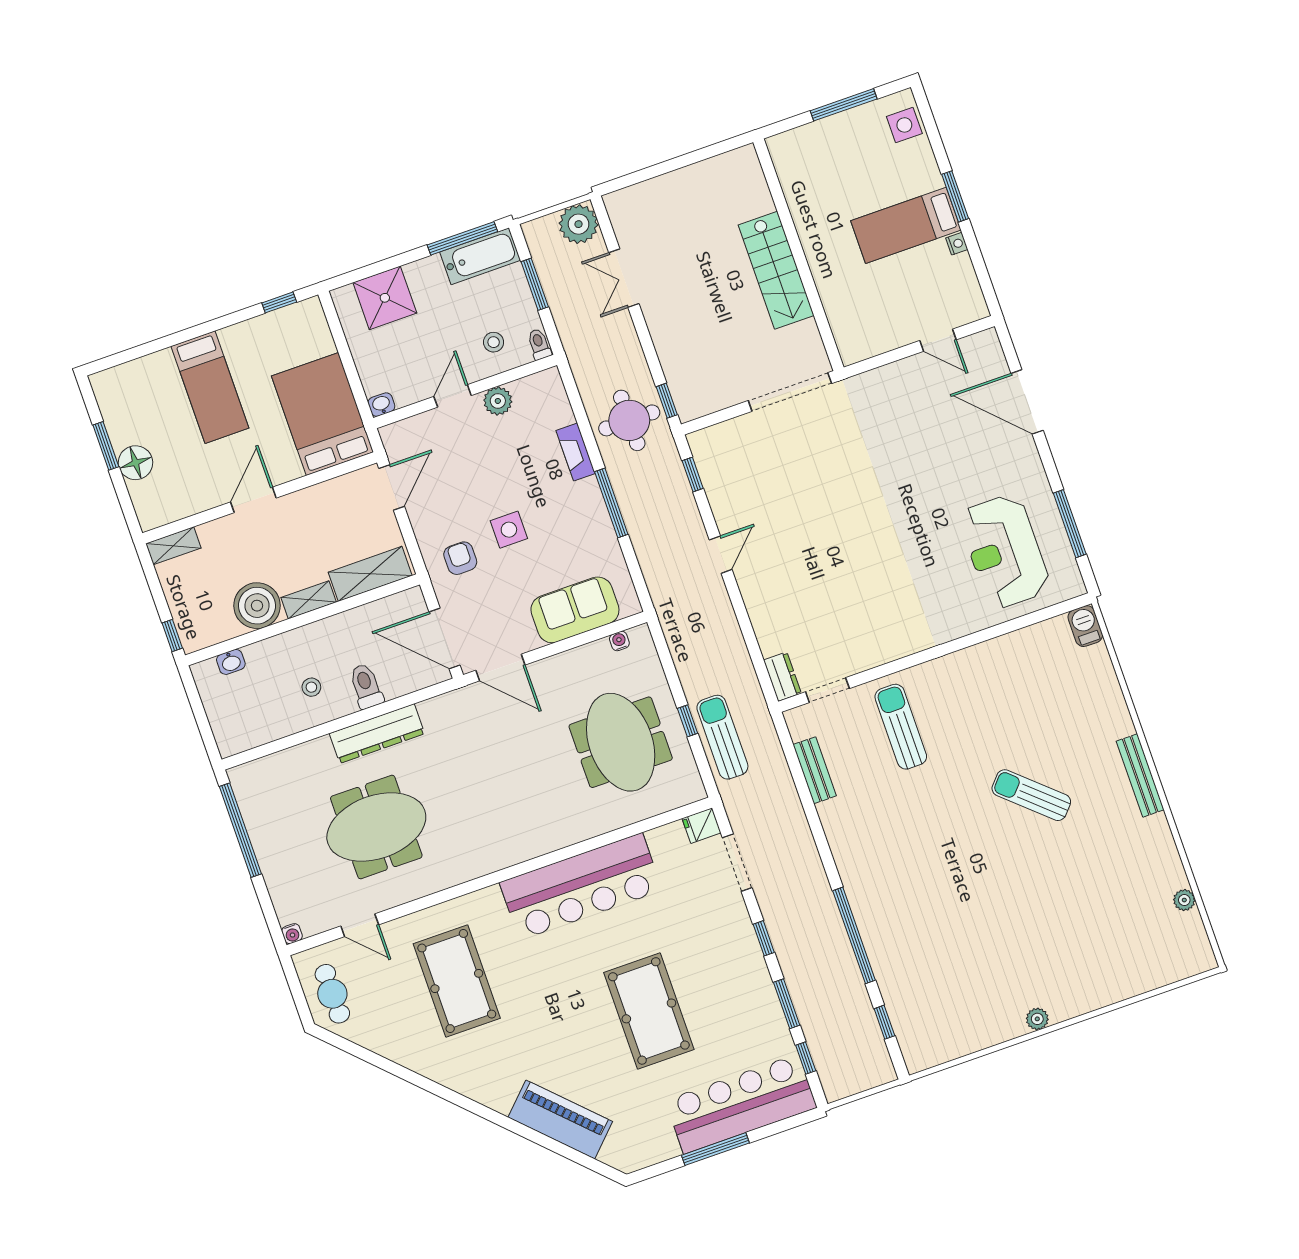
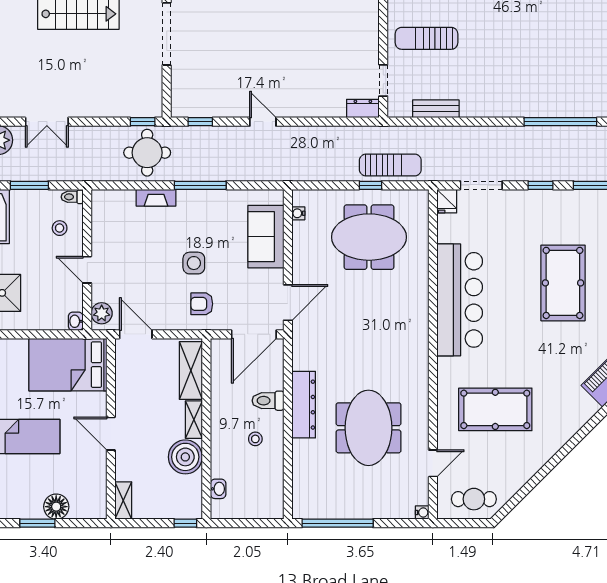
plant: (498, 401) -> (102, 313), moved
sun lounger: (722, 737) -> (390, 165), turned 180
pool table: (649, 1011) -> (563, 283), turned 90

